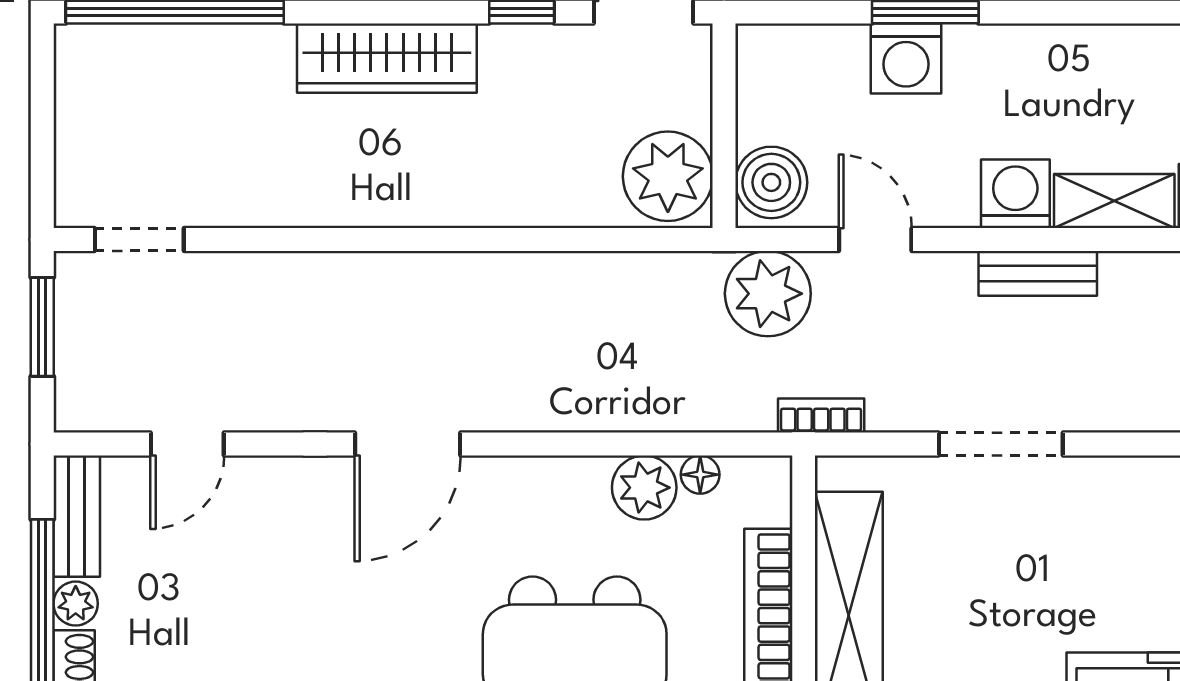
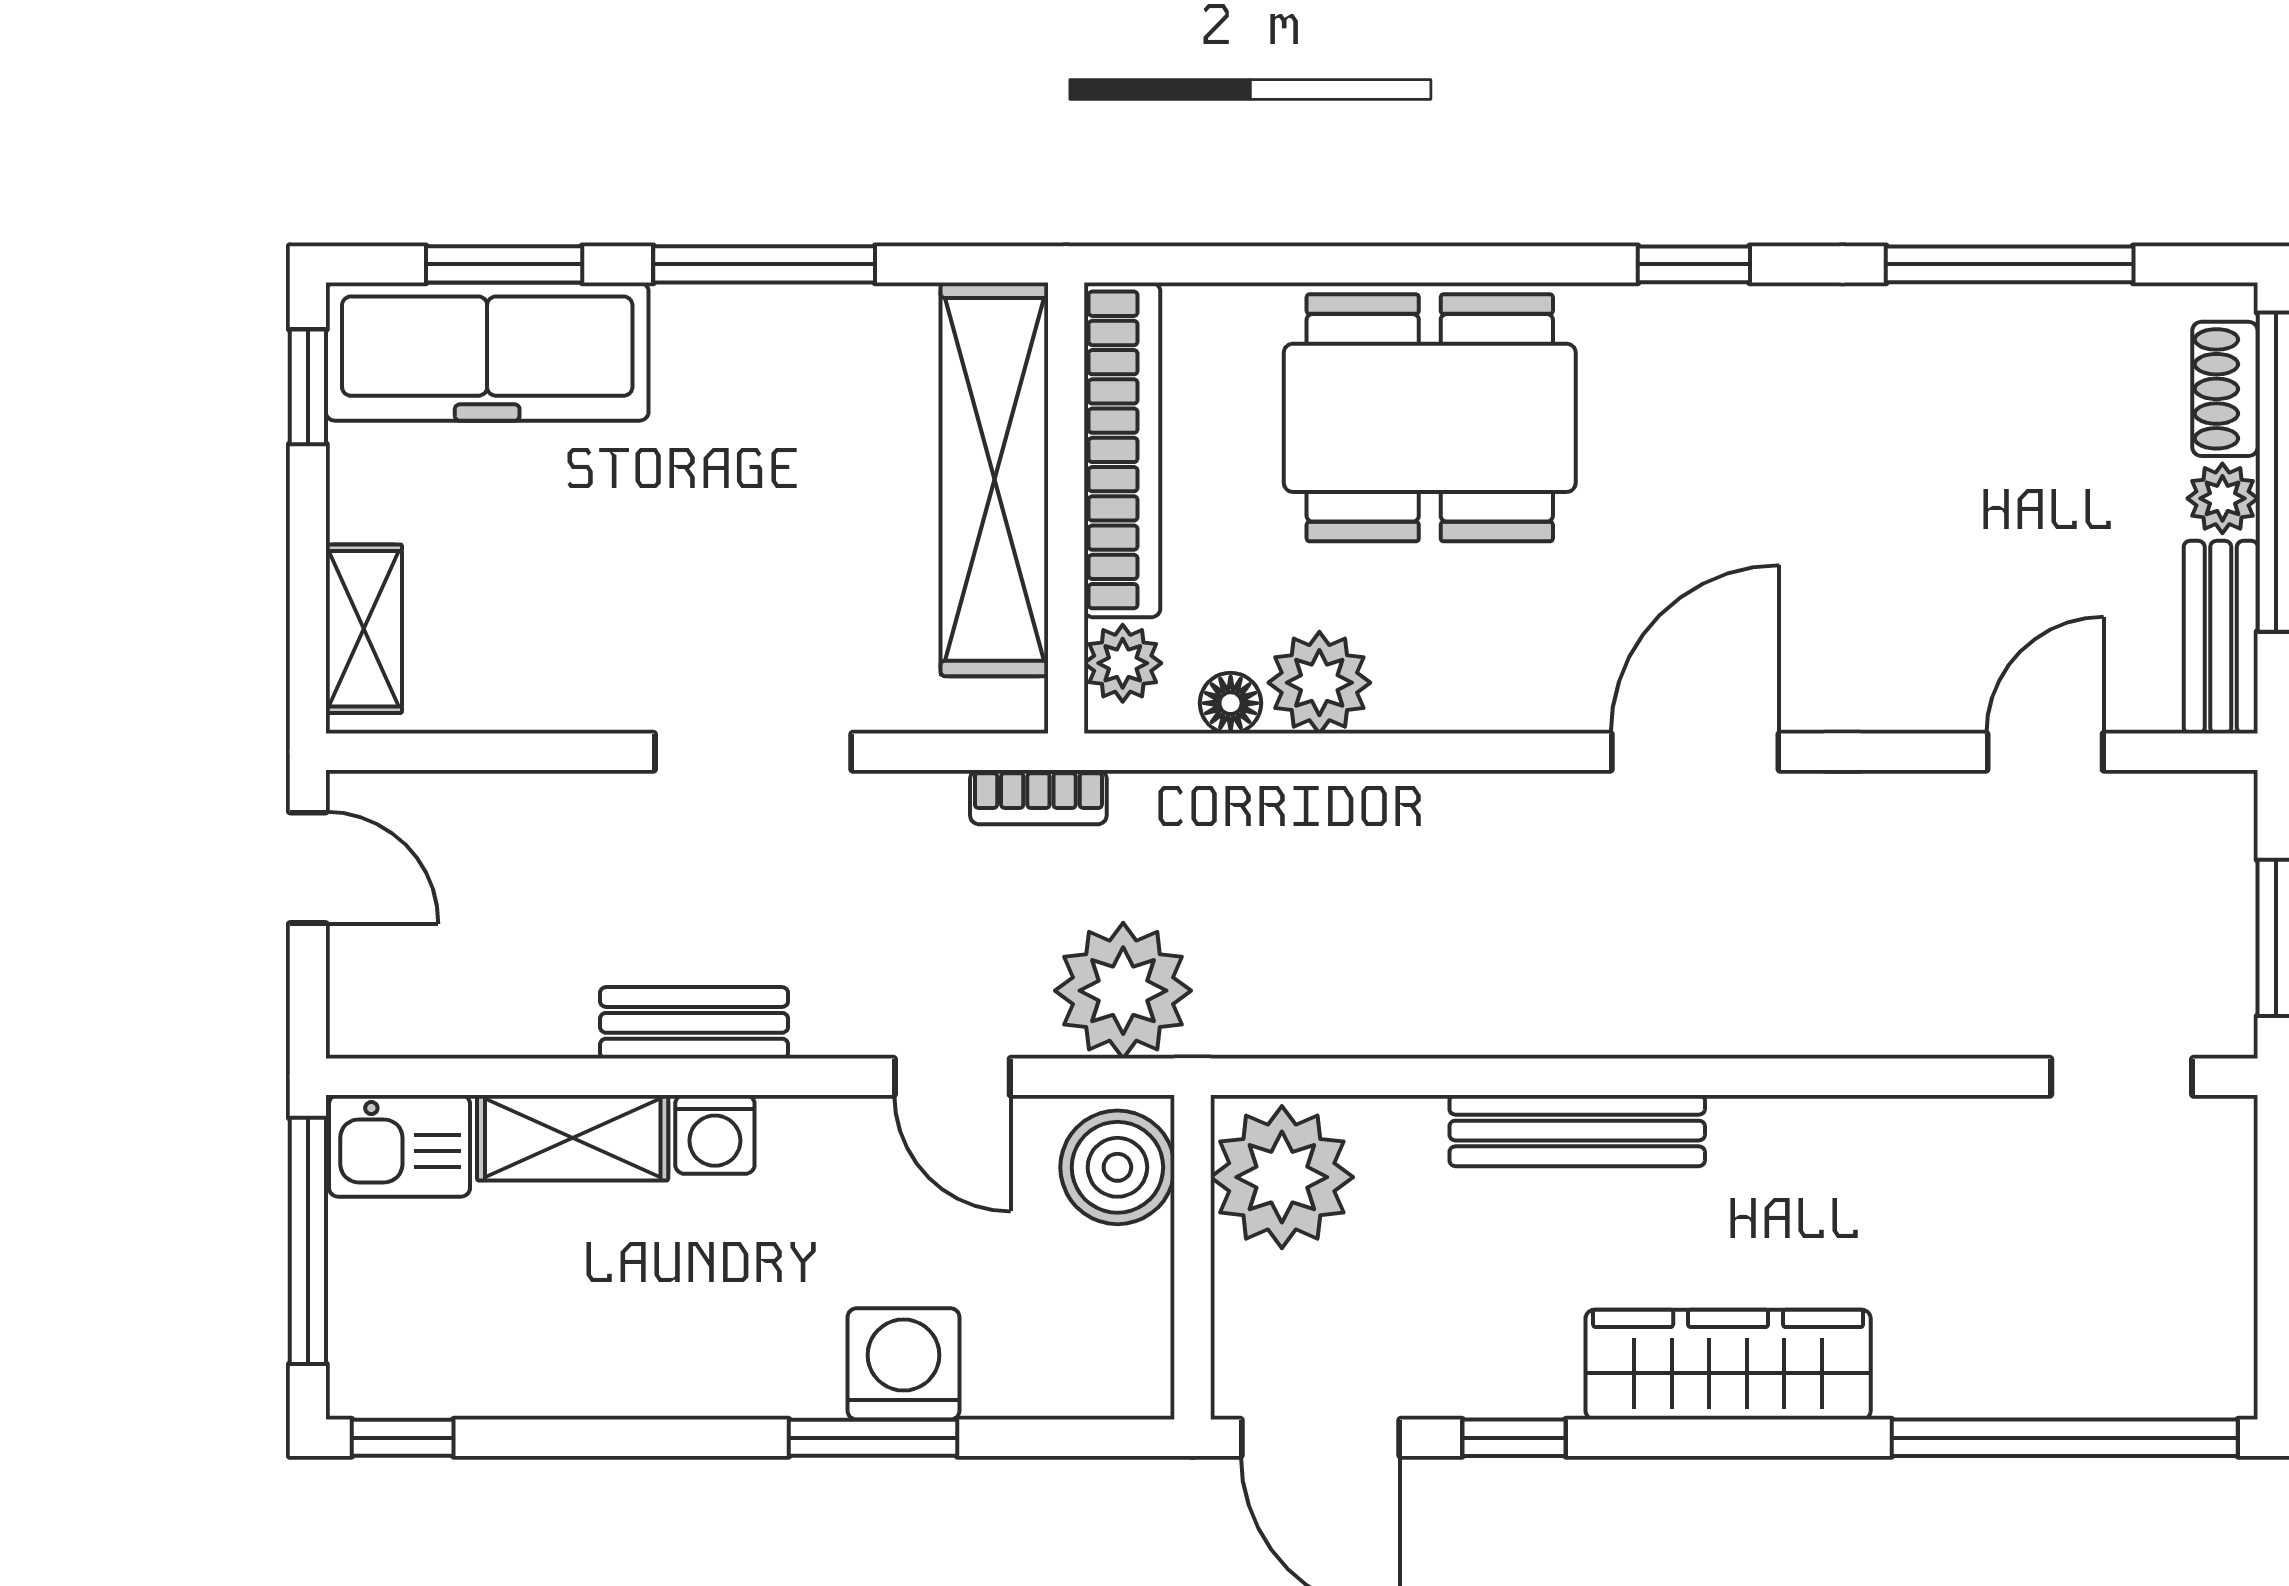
washing machine: (1015, 194) -> (715, 1134), width x0.73, depth x0.73
bench: (482, 206) -> (1577, 1131), added
plant: (768, 500) -> (1123, 663), added

